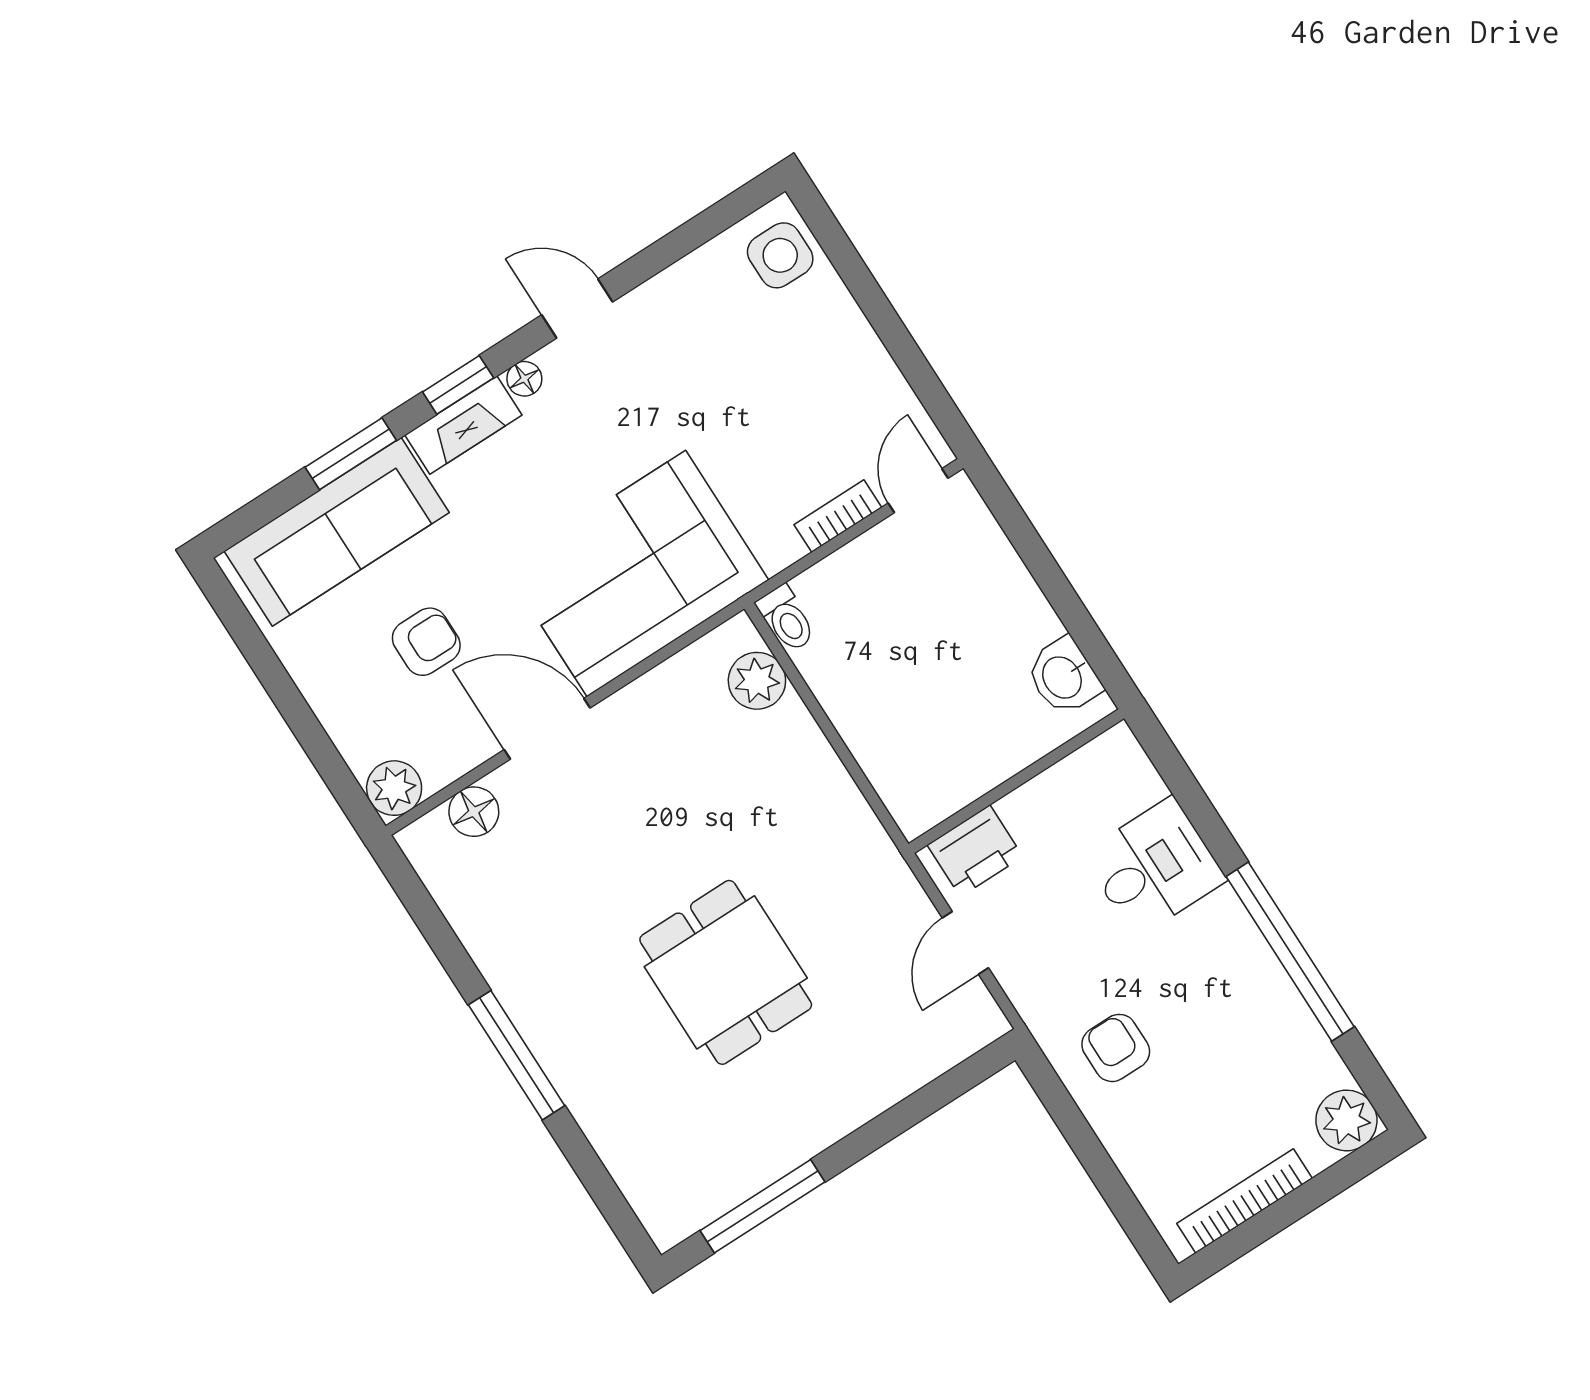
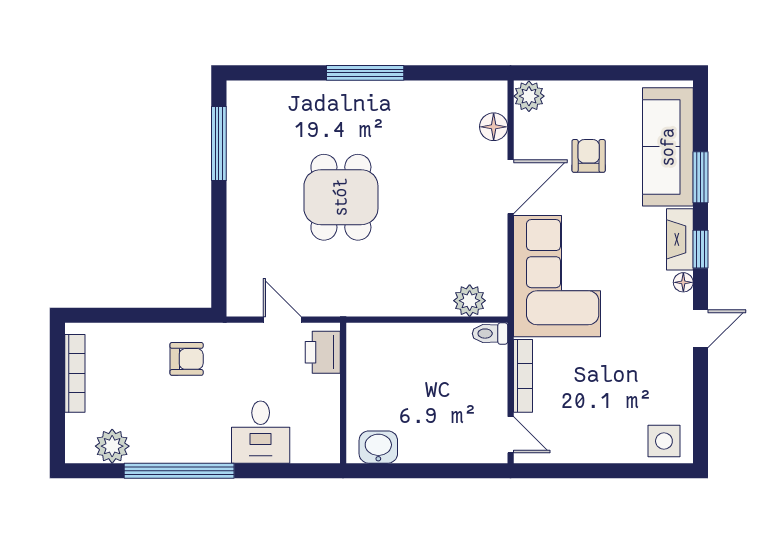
bookcase: (838, 516) -> (523, 376), width x1.56
armchair: (426, 642) -> (589, 156), turned 180
dining table: (726, 972) -> (341, 197), turned 90
plant: (1346, 1120) -> (112, 446), moved

